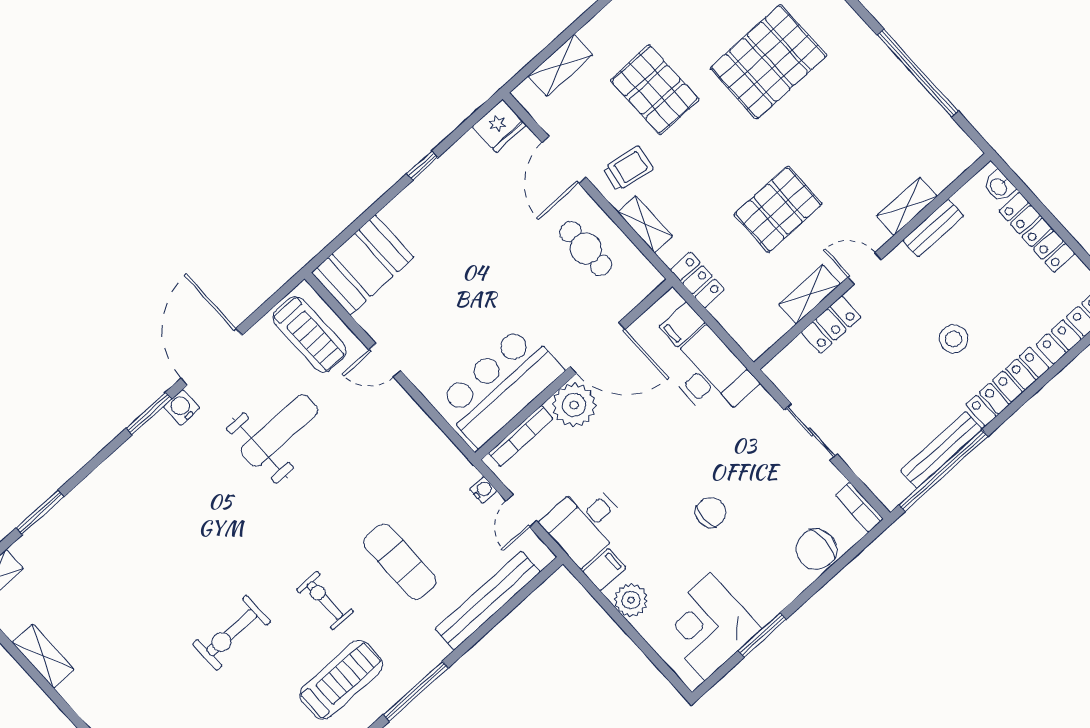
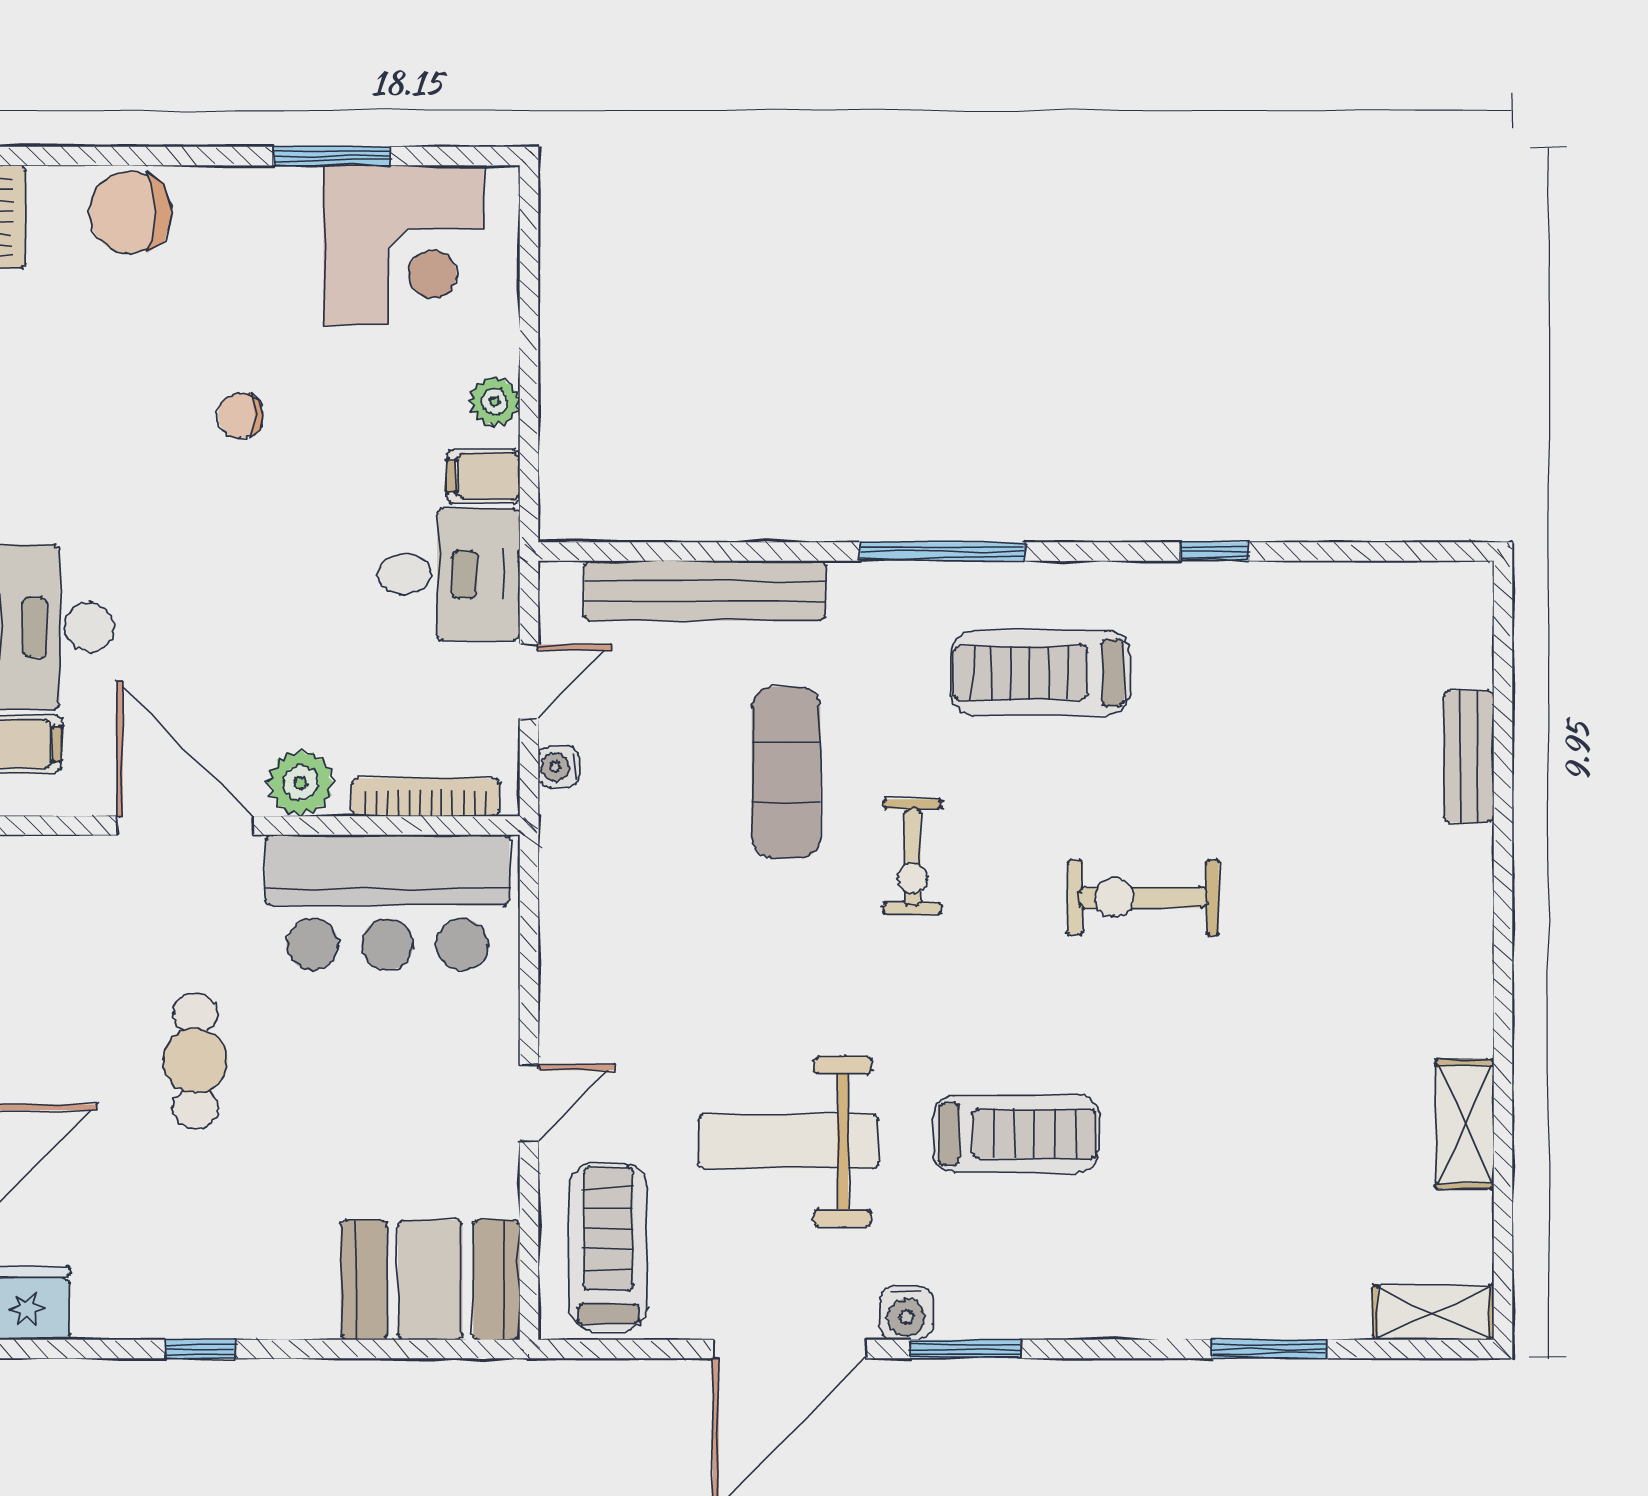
cafe table: (586, 248) -> (195, 1061), moved
door: (385, 360) -> (529, 1103), hinge flipped
plant: (574, 405) -> (301, 783), width x0.73, depth x0.73
treadmill: (200, 507) -> (1016, 1134), added
chair: (711, 512) -> (241, 416), width x0.73, depth x0.73
chair: (816, 549) -> (130, 212), turned 180
exercise bike: (325, 600) -> (912, 857), moved
plant: (631, 600) -> (494, 402), width x0.73, depth x0.73
exercise bike: (232, 633) -> (1143, 898), turned 180

